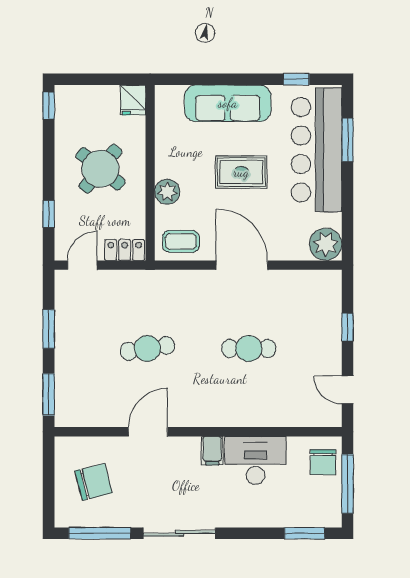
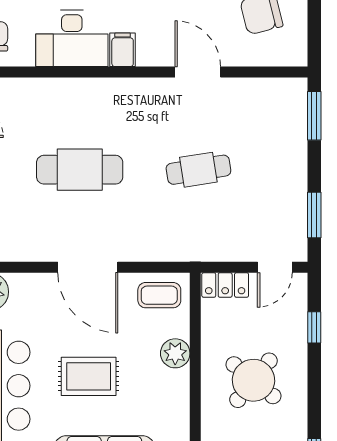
window: (49, 329) -> (314, 215), moved
cafe table: (249, 348) -> (80, 170), width x1.37, depth x1.35
door: (148, 432) -> (198, 72), swing flipped

